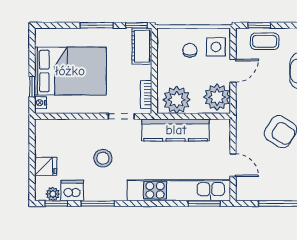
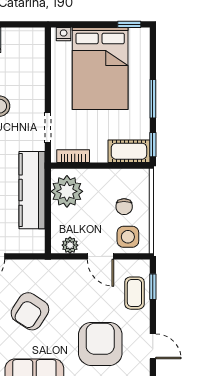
chair: (190, 50) -> (124, 207), turned 90
window: (32, 87) -> (129, 24), moved
plant: (217, 97) -> (70, 245), width x0.53, depth x0.53

